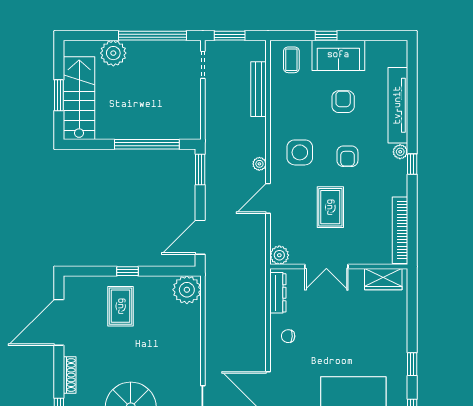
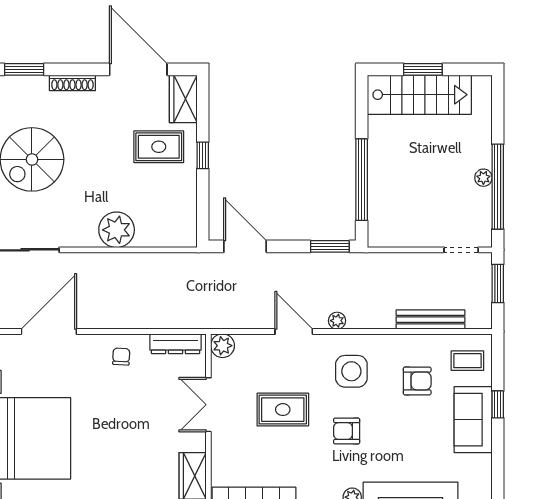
plant: (113, 53) -> (483, 178), moved, width x0.53, depth x0.53
armchair: (343, 102) -> (417, 381), moved
wardrobe: (82, 287) -> (183, 99), added
plant: (187, 290) -> (117, 230), moved

